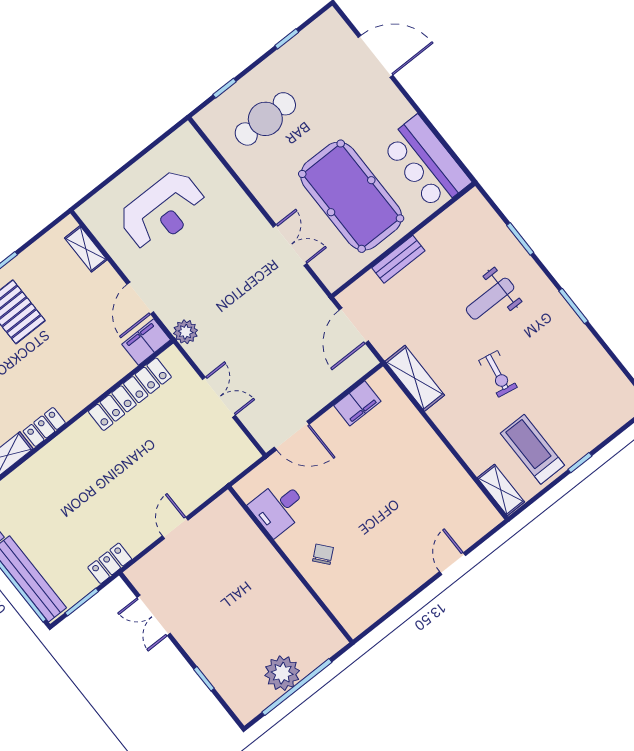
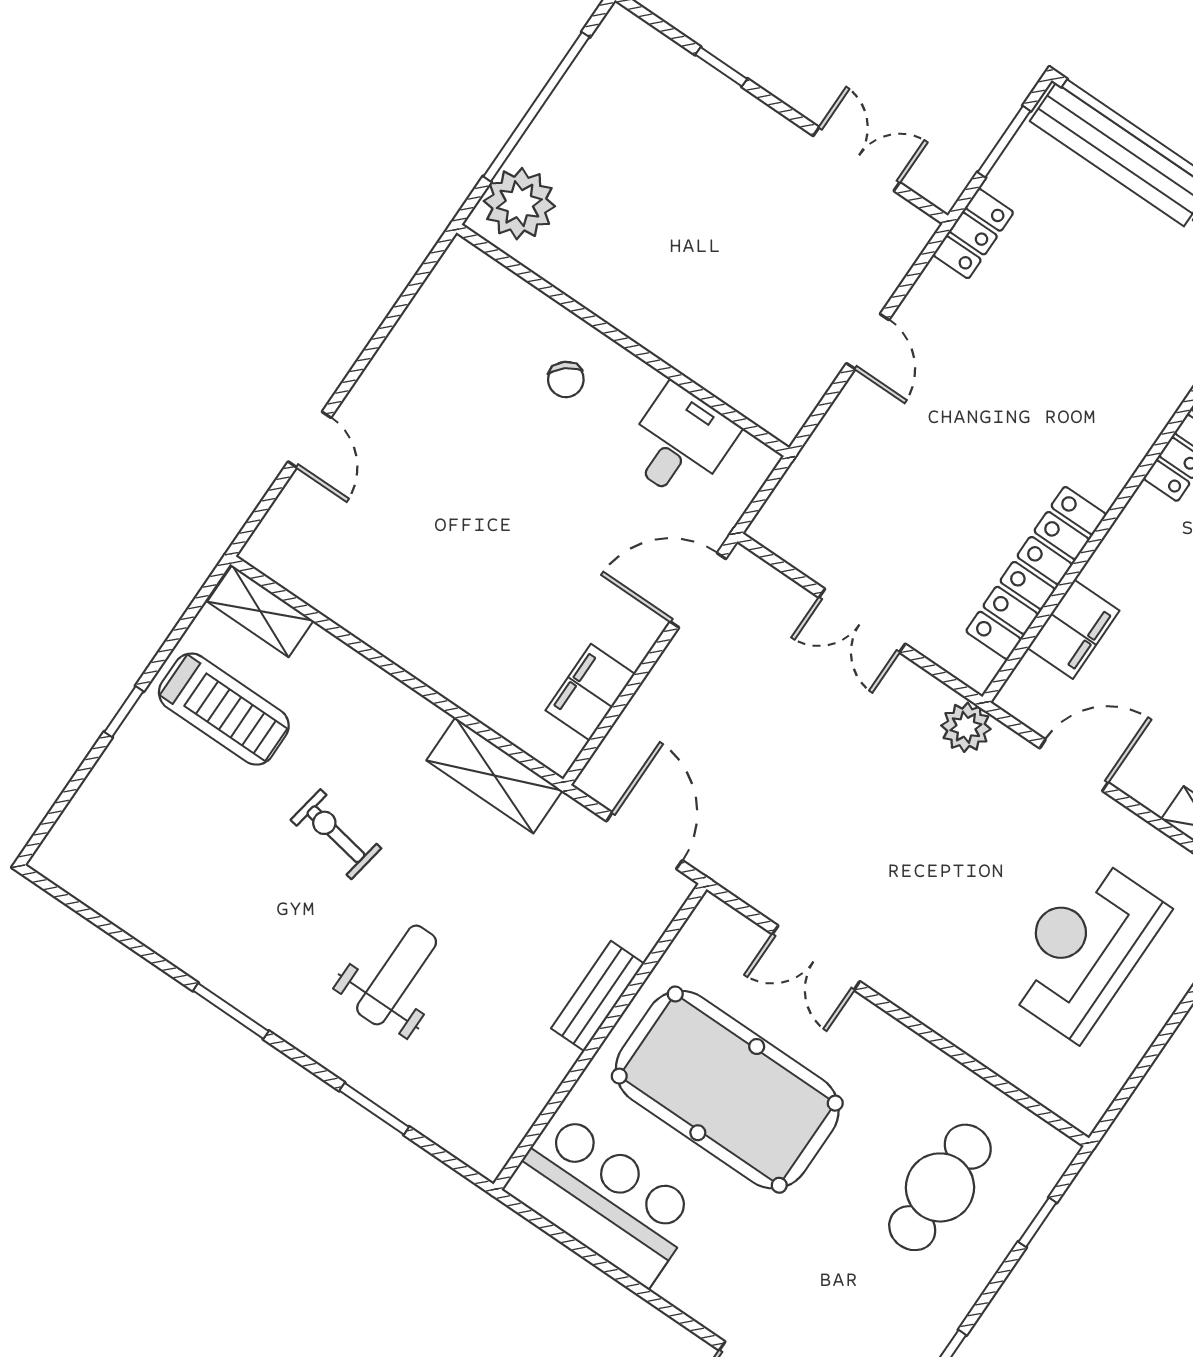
door: (140, 298) -> (1074, 765), hinge flipped
filing cabinet: (146, 342) -> (1073, 629), moved
plant: (282, 673) -> (519, 204), moved

